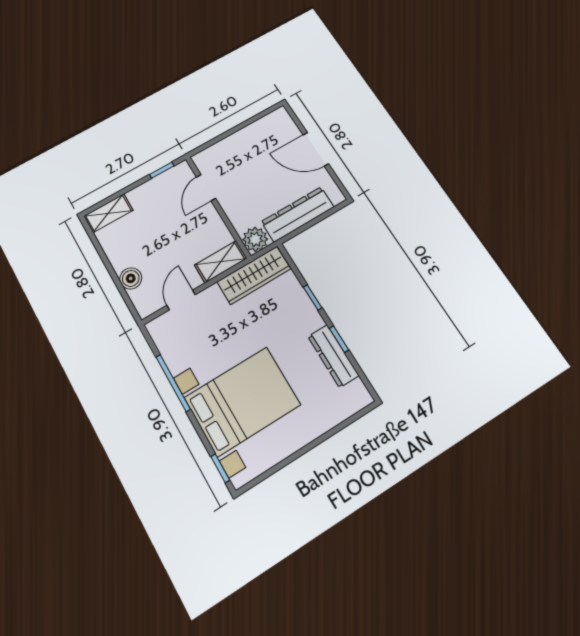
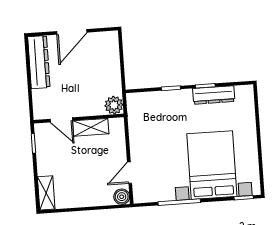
dresser: (298, 214) -> (39, 62), moved, turned 180
shelving: (221, 262) -> (91, 127), moved, turned 90
wardrobe: (254, 275) -> (137, 118), removed
boiler: (131, 278) -> (122, 197), moved
door: (181, 300) -> (130, 173), hinge flipped

